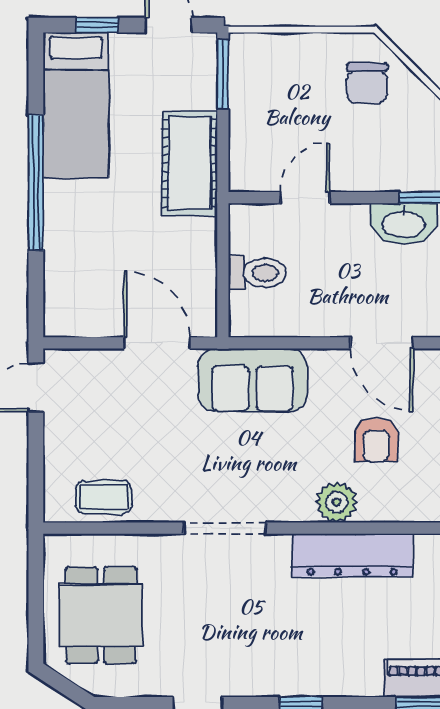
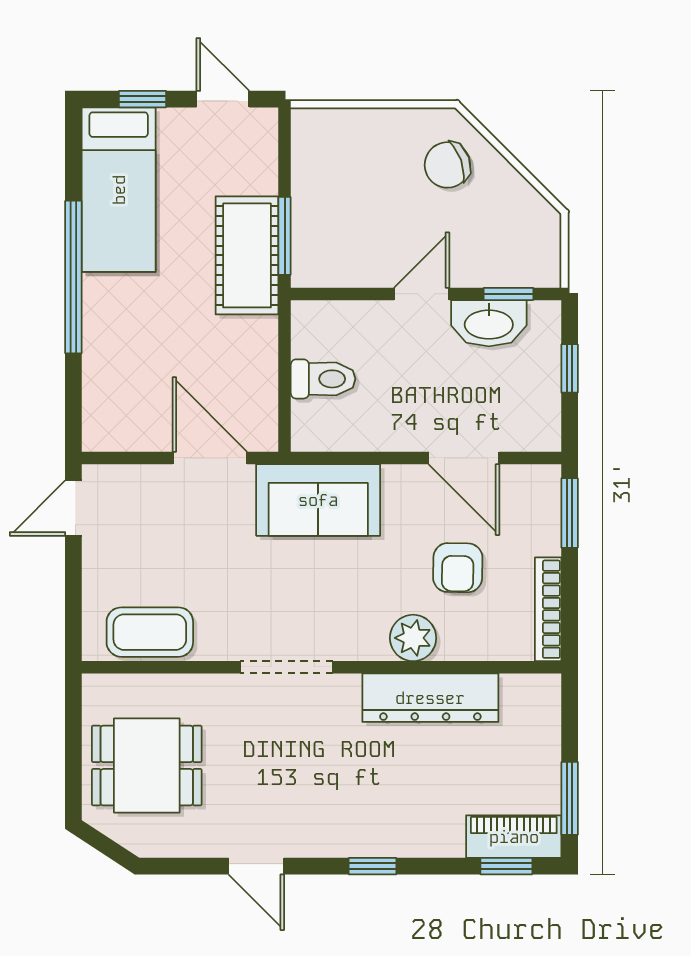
window: (223, 74) -> (285, 236), moved
chair: (367, 83) -> (447, 165), turned 70
door: (305, 198) -> (422, 294), moved
coffee table: (104, 497) -> (150, 632), width x1.36, depth x1.30
dining table: (101, 615) -> (147, 766), turned 90

